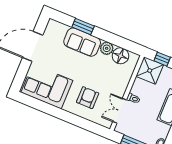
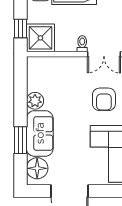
floor lamp: (120, 56) -> (37, 168), moved
armchair: (88, 98) -> (104, 99), turned -90

